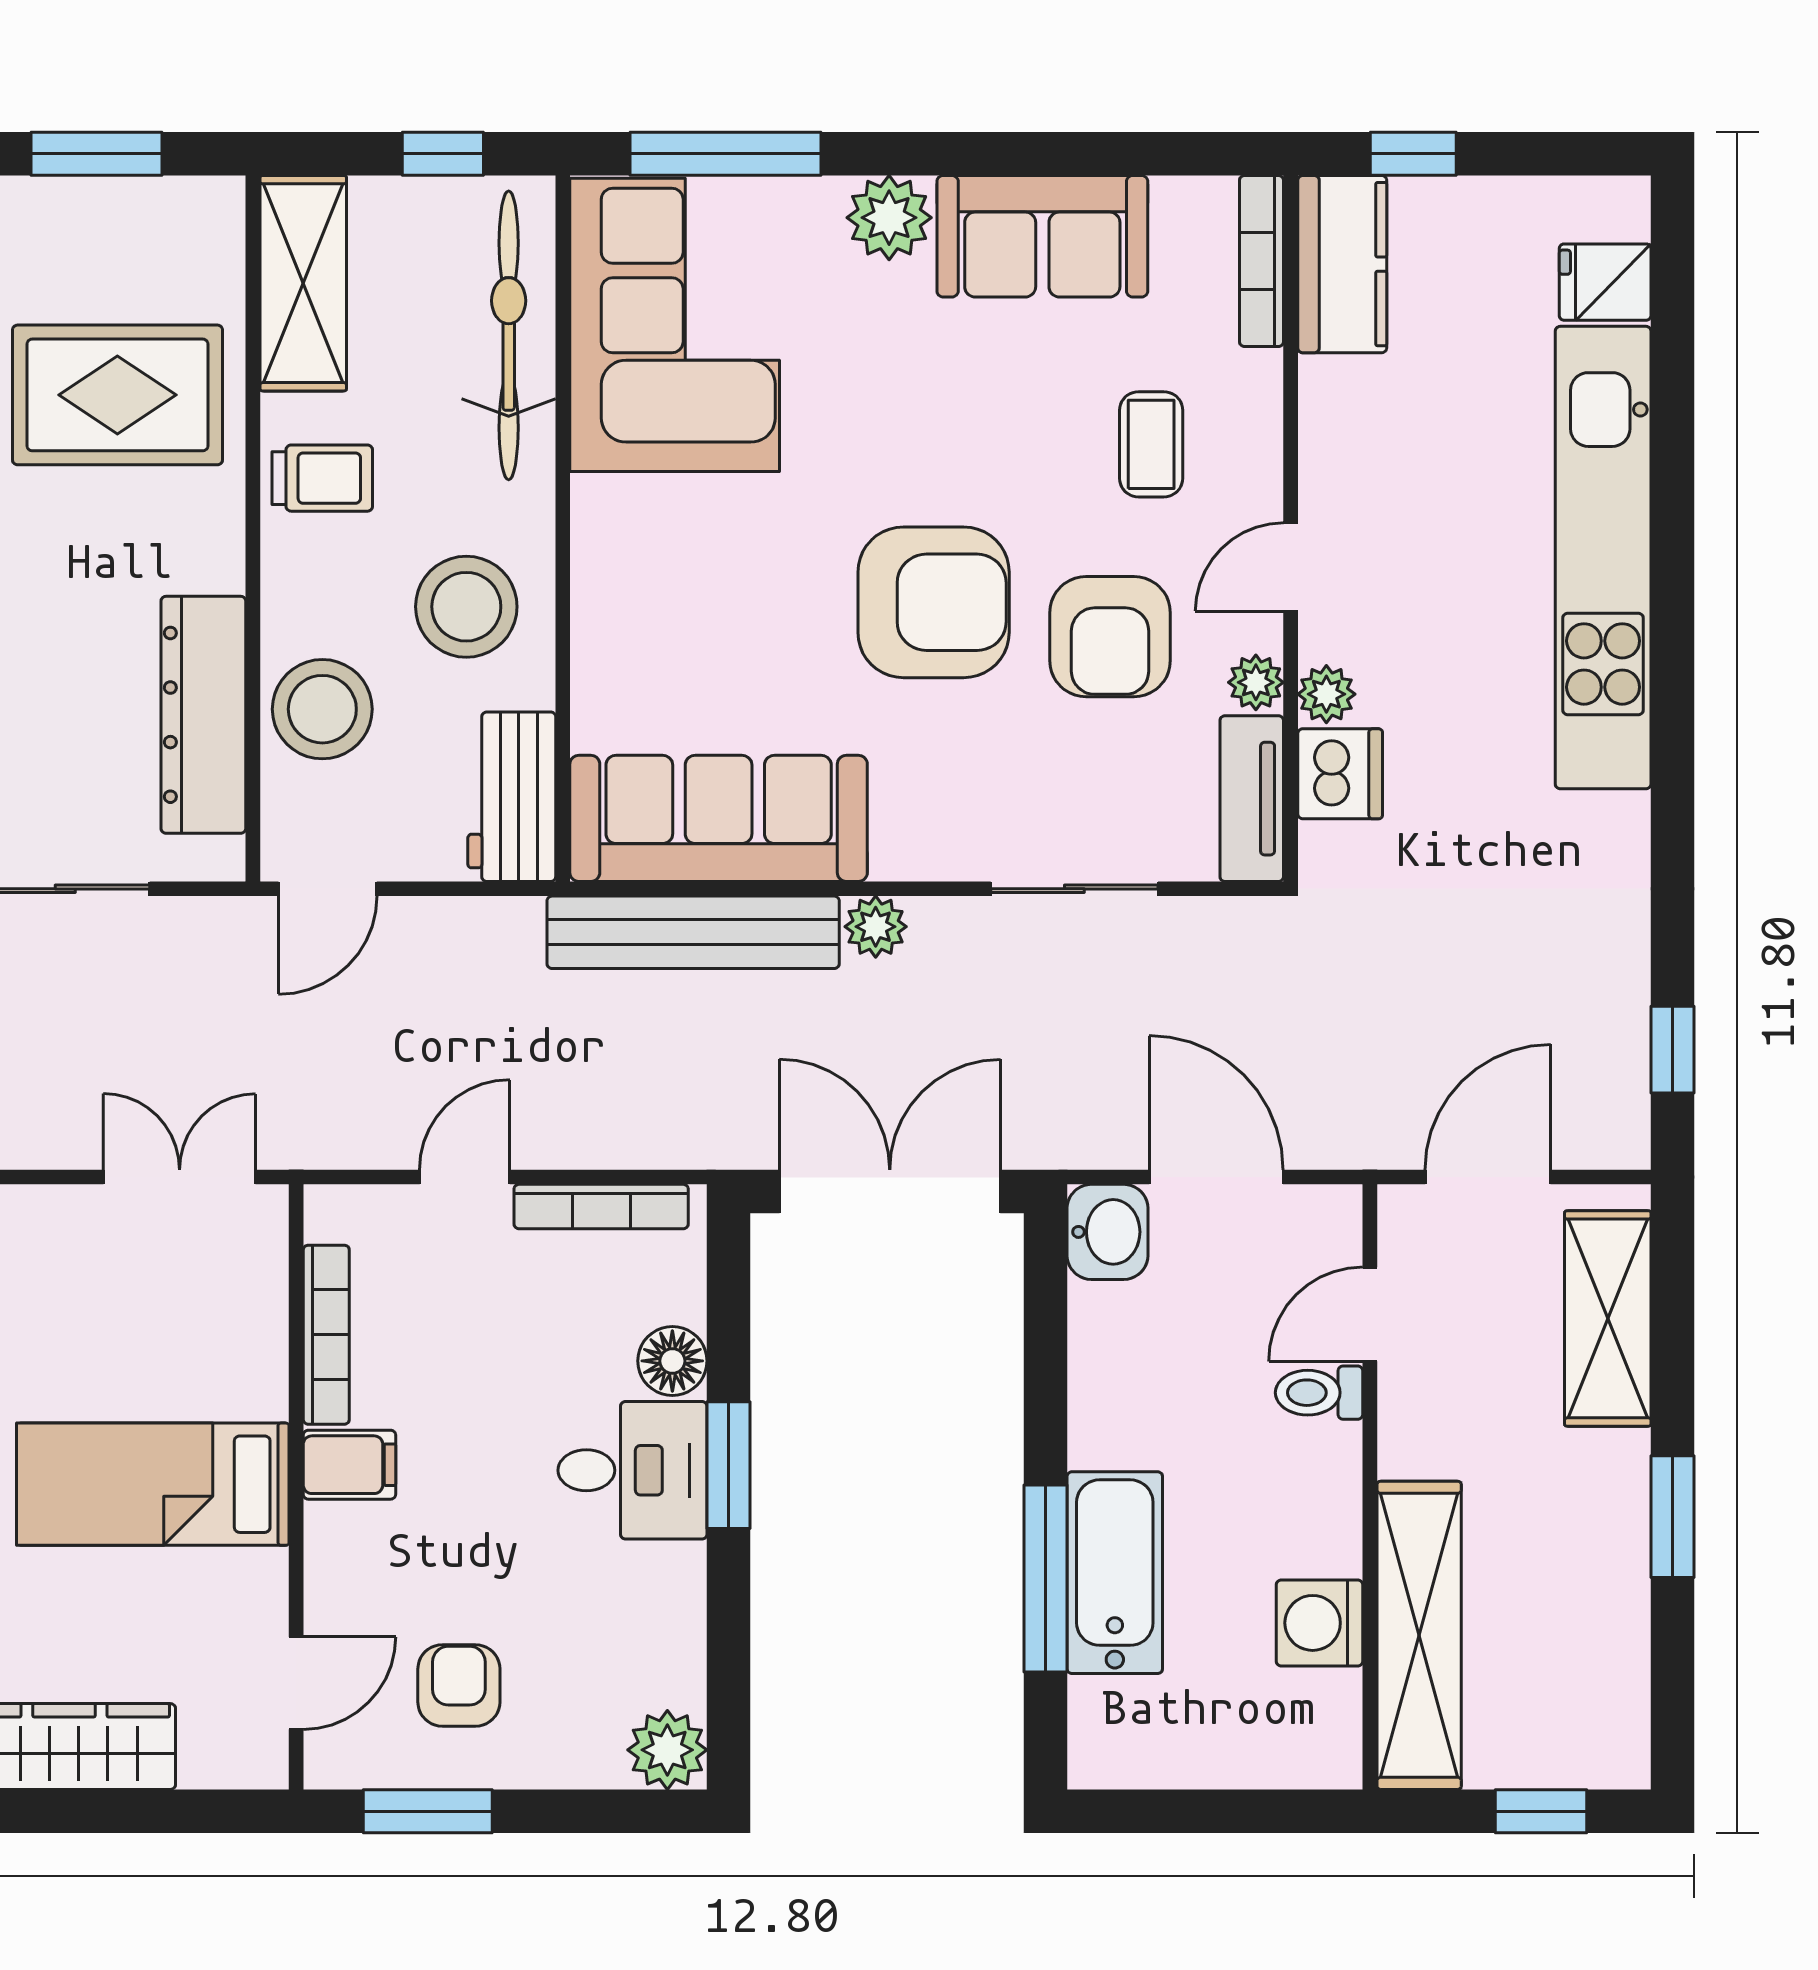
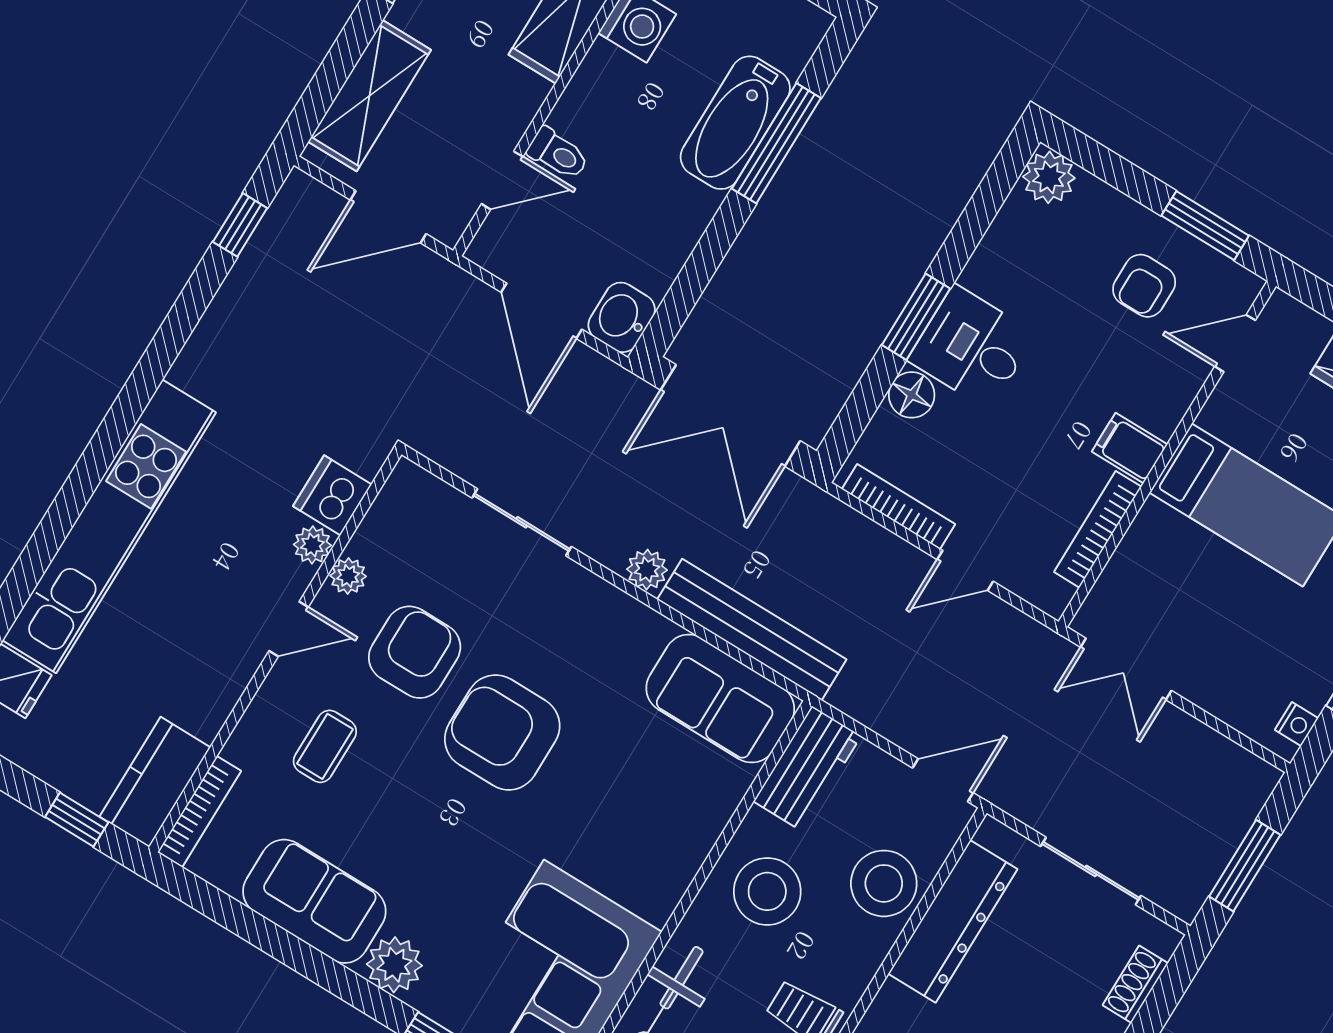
tv unit: (1252, 799) -> (391, 512), removed
sofa: (719, 818) -> (720, 699), width x0.73

